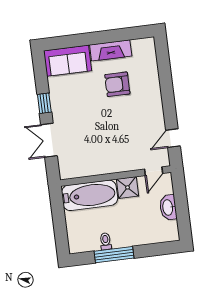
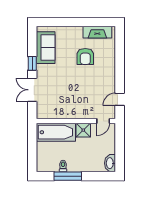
fireplace: (111, 50) -> (97, 32), moved
sofa: (68, 61) -> (46, 48), moved, turned -90
armchair: (117, 84) -> (85, 57), turned -90
washbasin: (168, 207) -> (110, 163), moved

